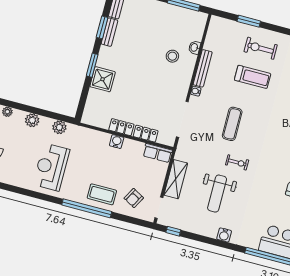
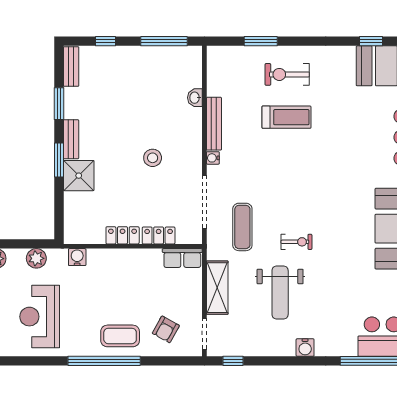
bench: (109, 32) -> (71, 139), moved
stool: (172, 56) -> (153, 158), moved
exercise mat: (232, 124) -> (242, 227), moved
water cooler: (117, 142) -> (77, 257), moved

